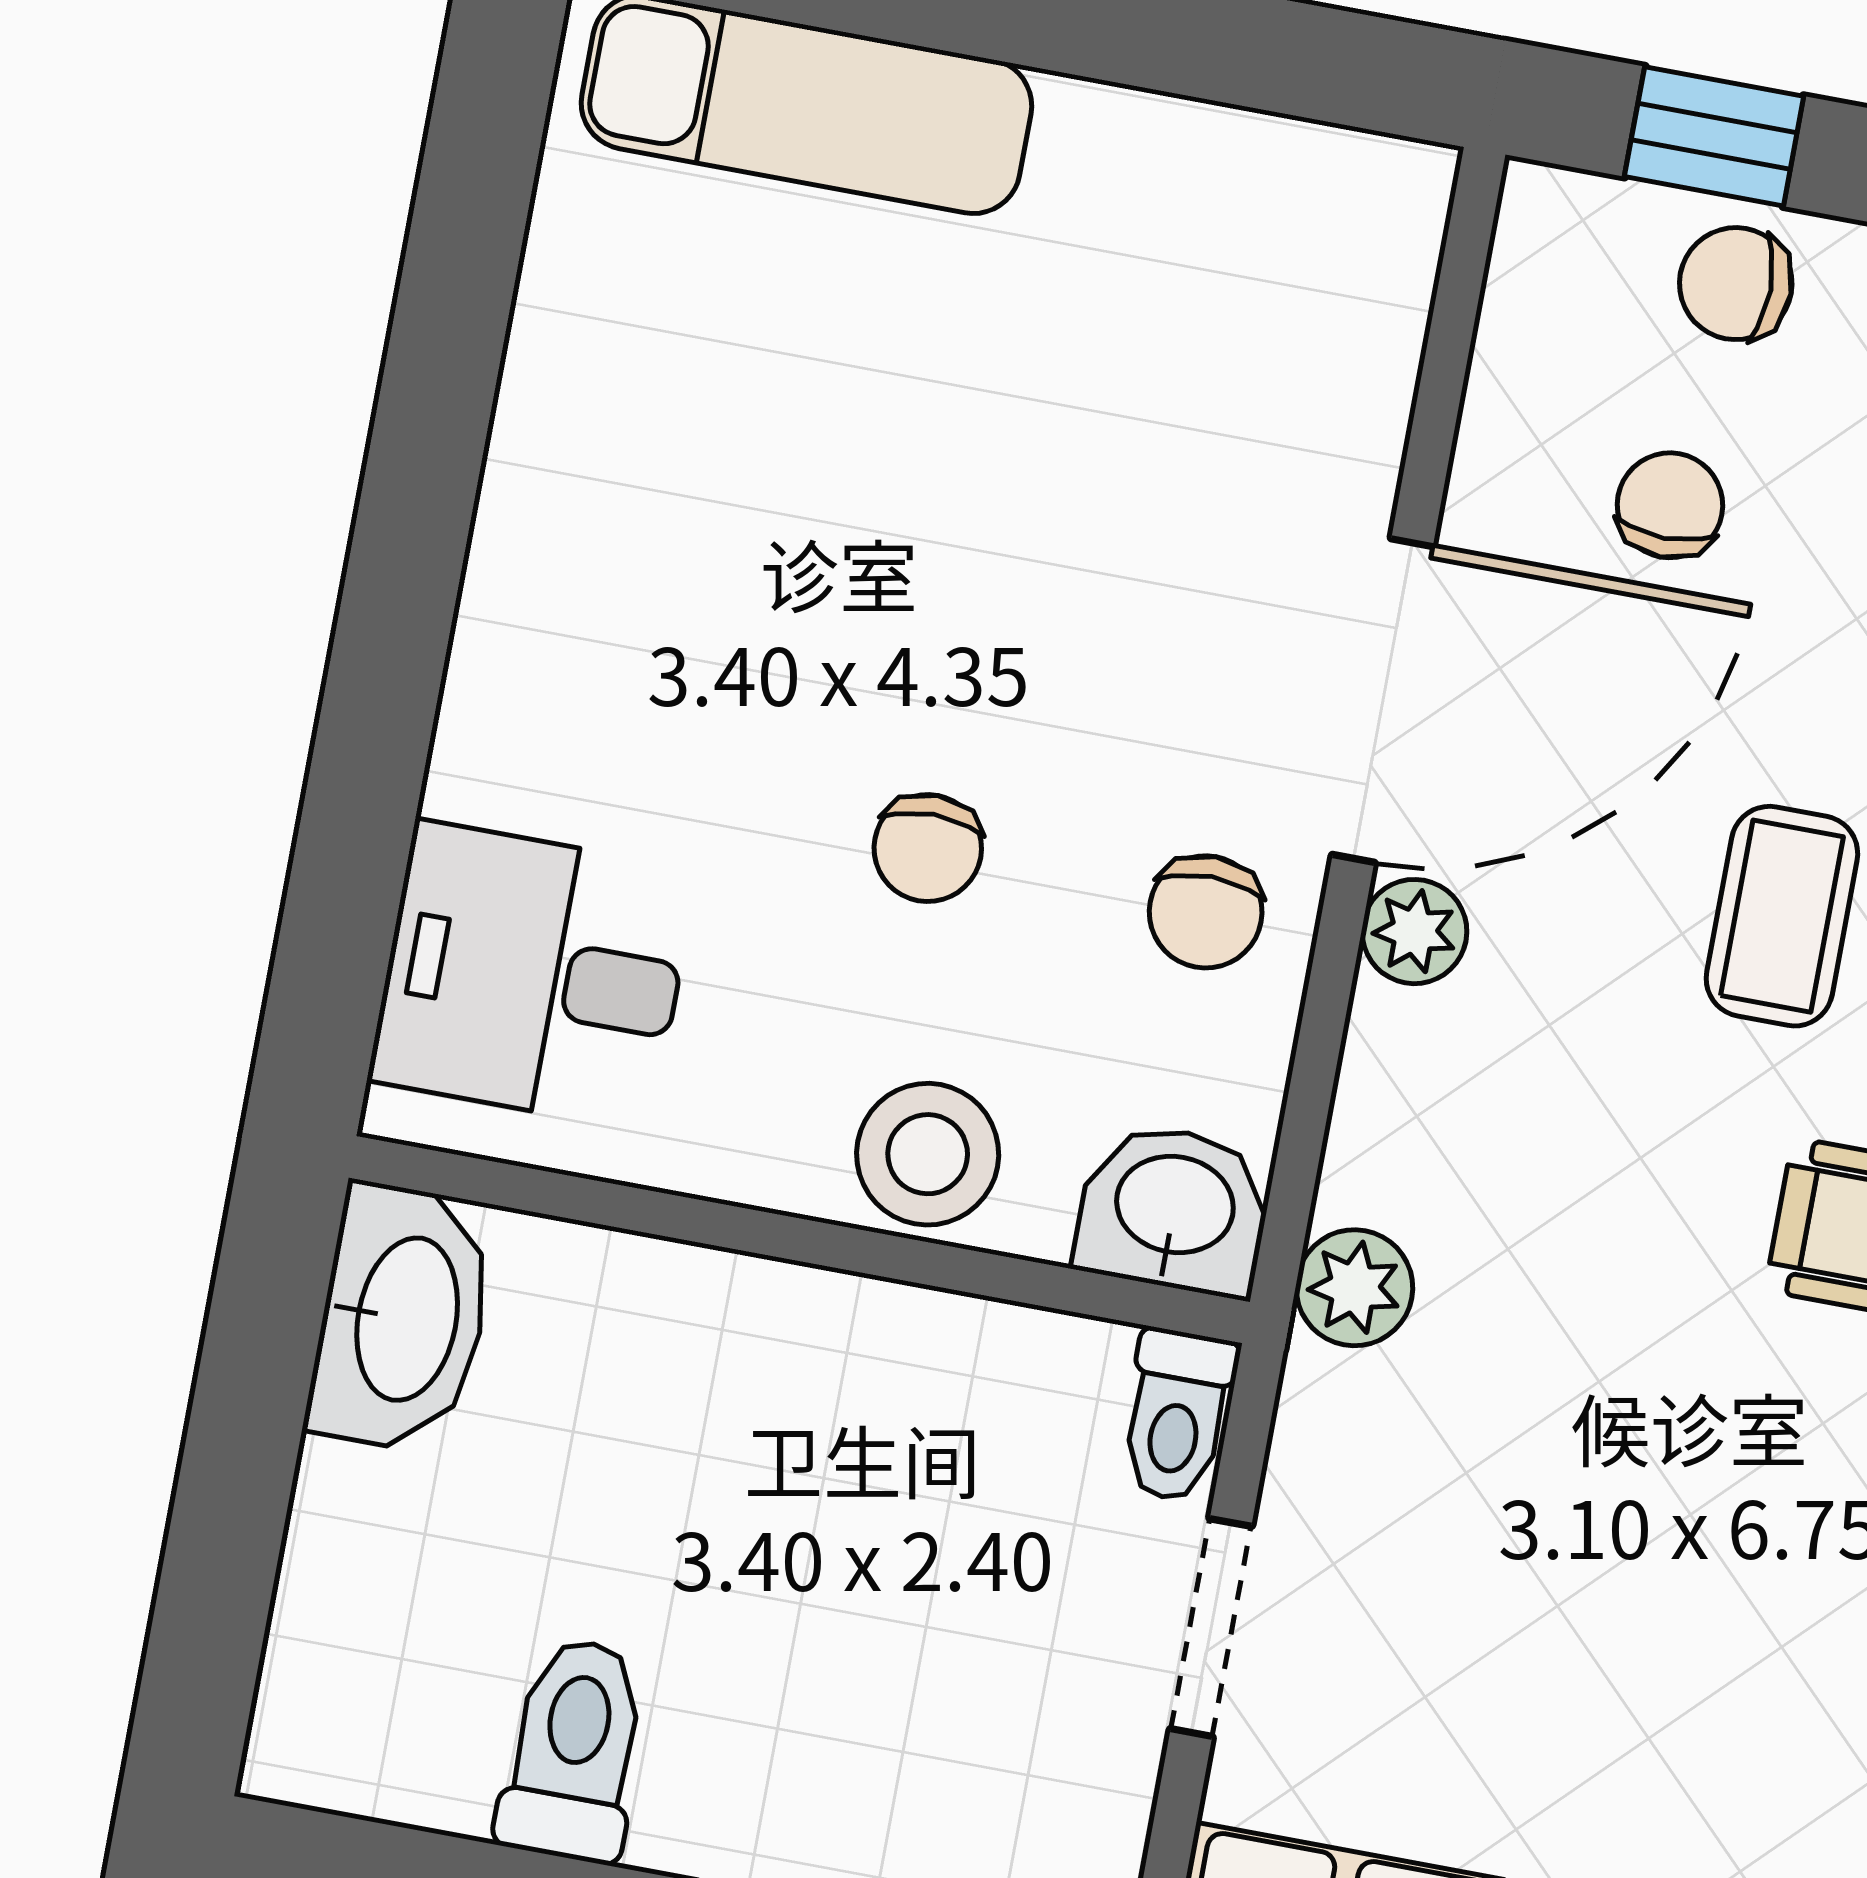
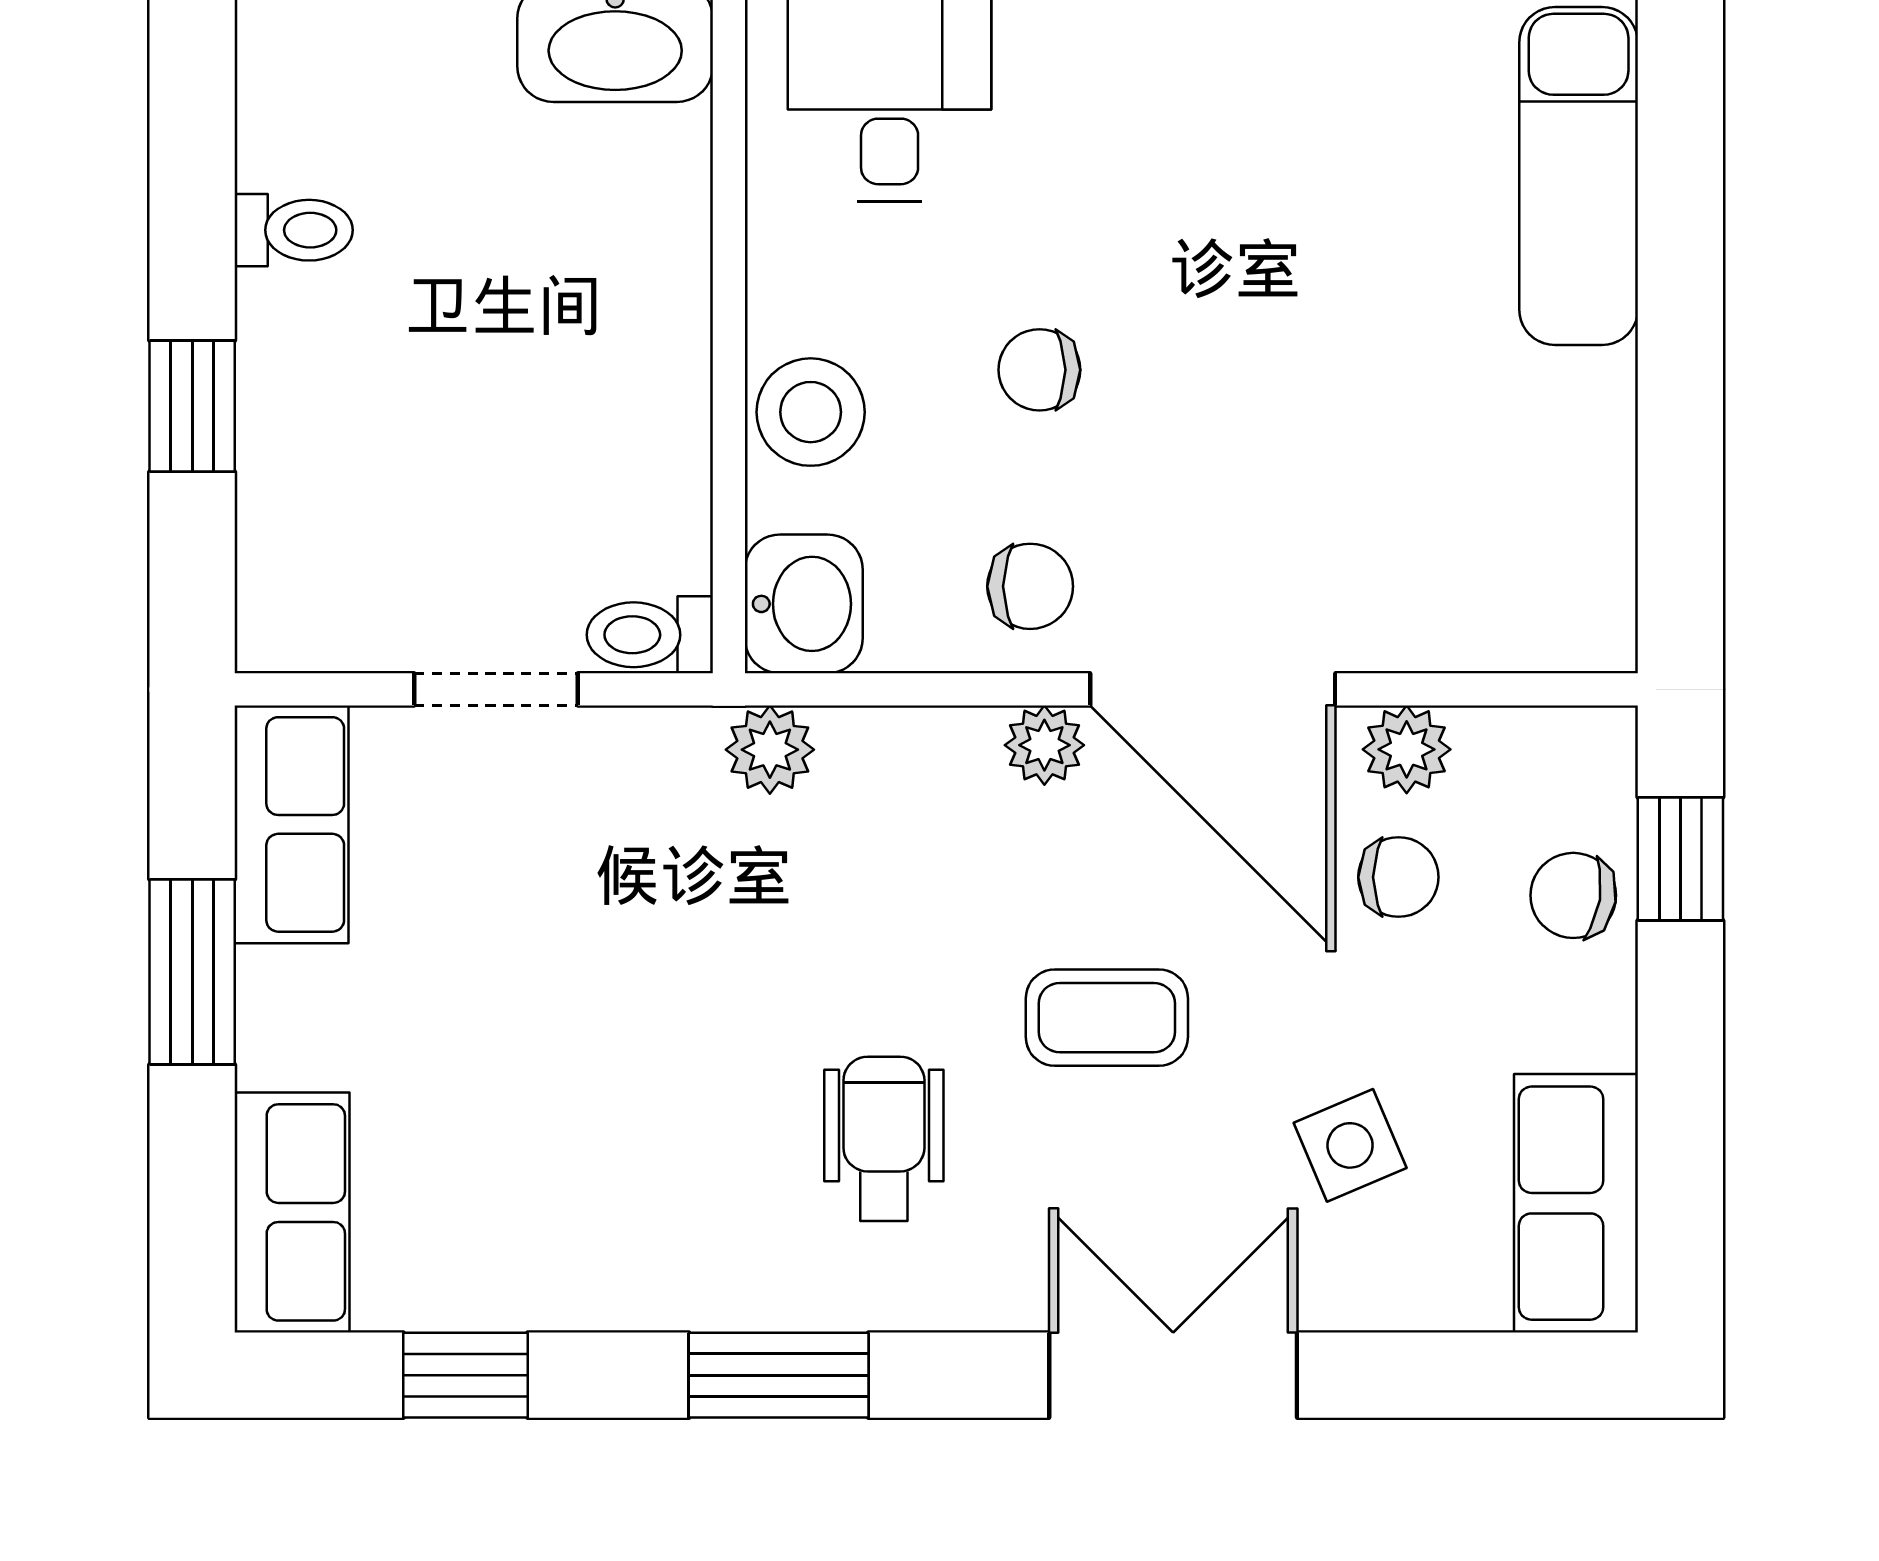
chair: (1736, 284) -> (1573, 895), turned -81
plant: (1507, 464) -> (1407, 749), added
chair: (1206, 912) -> (1030, 586), turned 180
toilet: (574, 1750) -> (294, 230), width x0.73, depth x0.72

